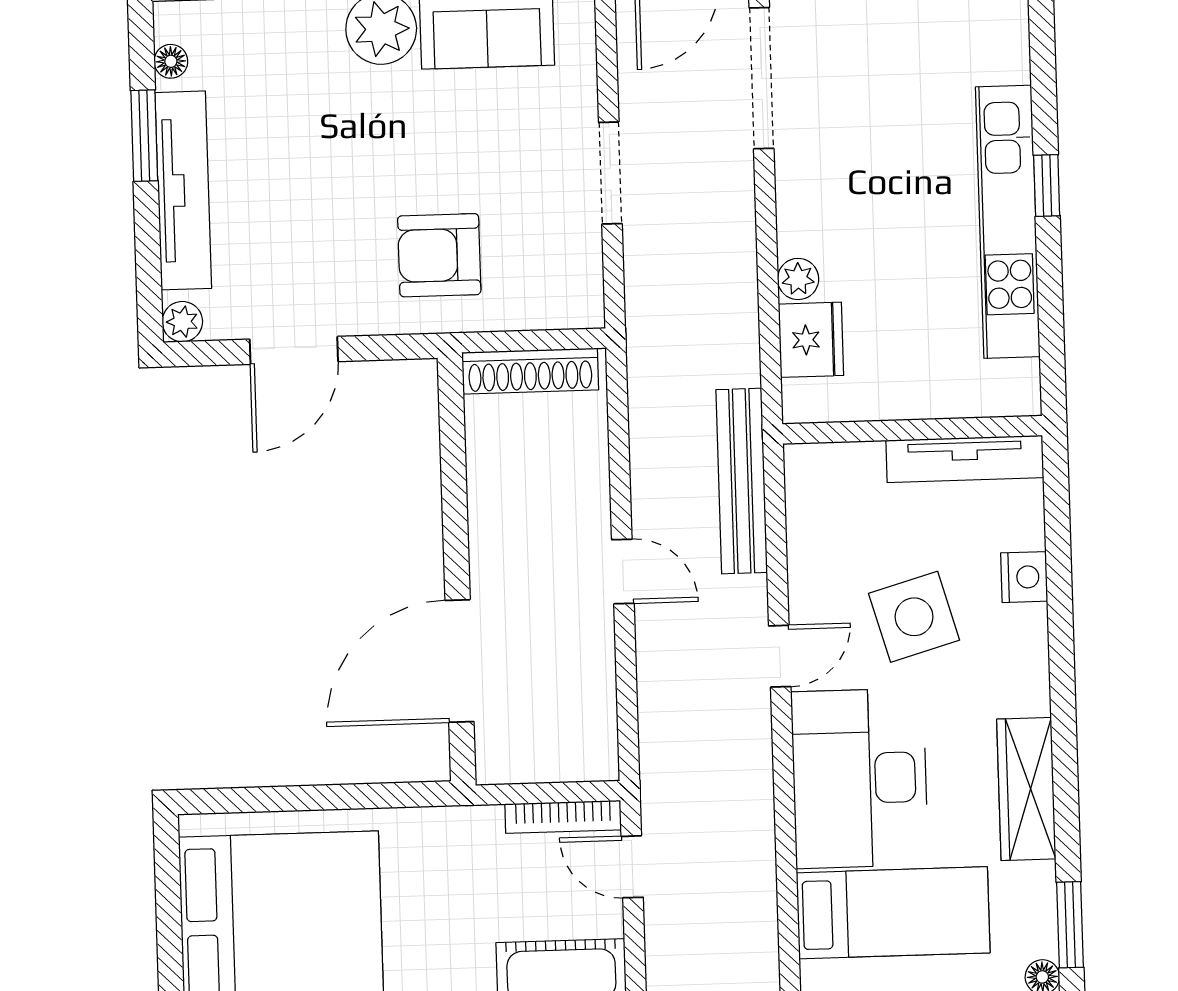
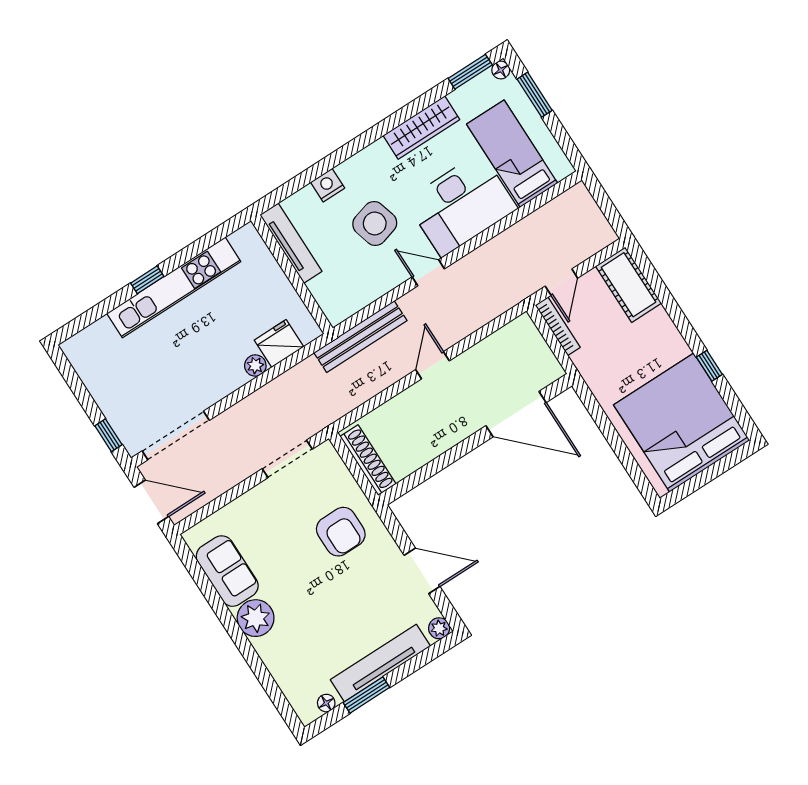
doorway: (610, 173) -> (287, 459), moved

